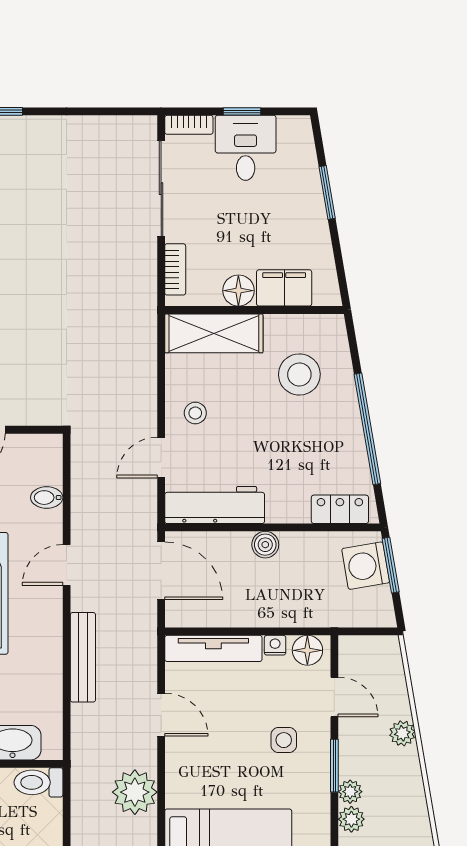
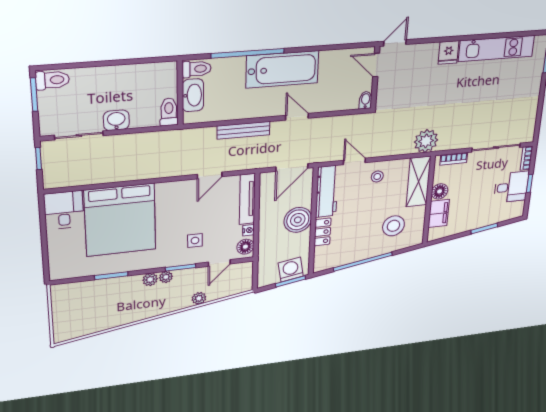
bidet: (47, 498) -> (366, 100), moved
locker: (340, 509) -> (322, 232), moved
boiler: (265, 545) -> (298, 220), width x1.86, depth x1.86
plant: (135, 792) -> (426, 141), moved

